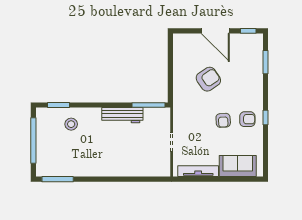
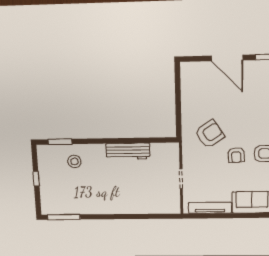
armchair: (208, 79) -> (210, 134), moved
window: (149, 105) -> (156, 140), removed
window: (33, 140) -> (36, 179), width x0.32

